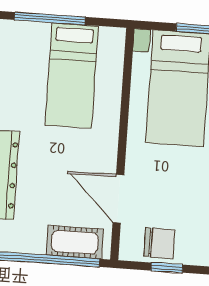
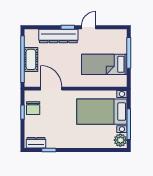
door: (118, 199) -> (51, 89), hinge flipped
cot: (75, 242) -> (31, 59), moved

